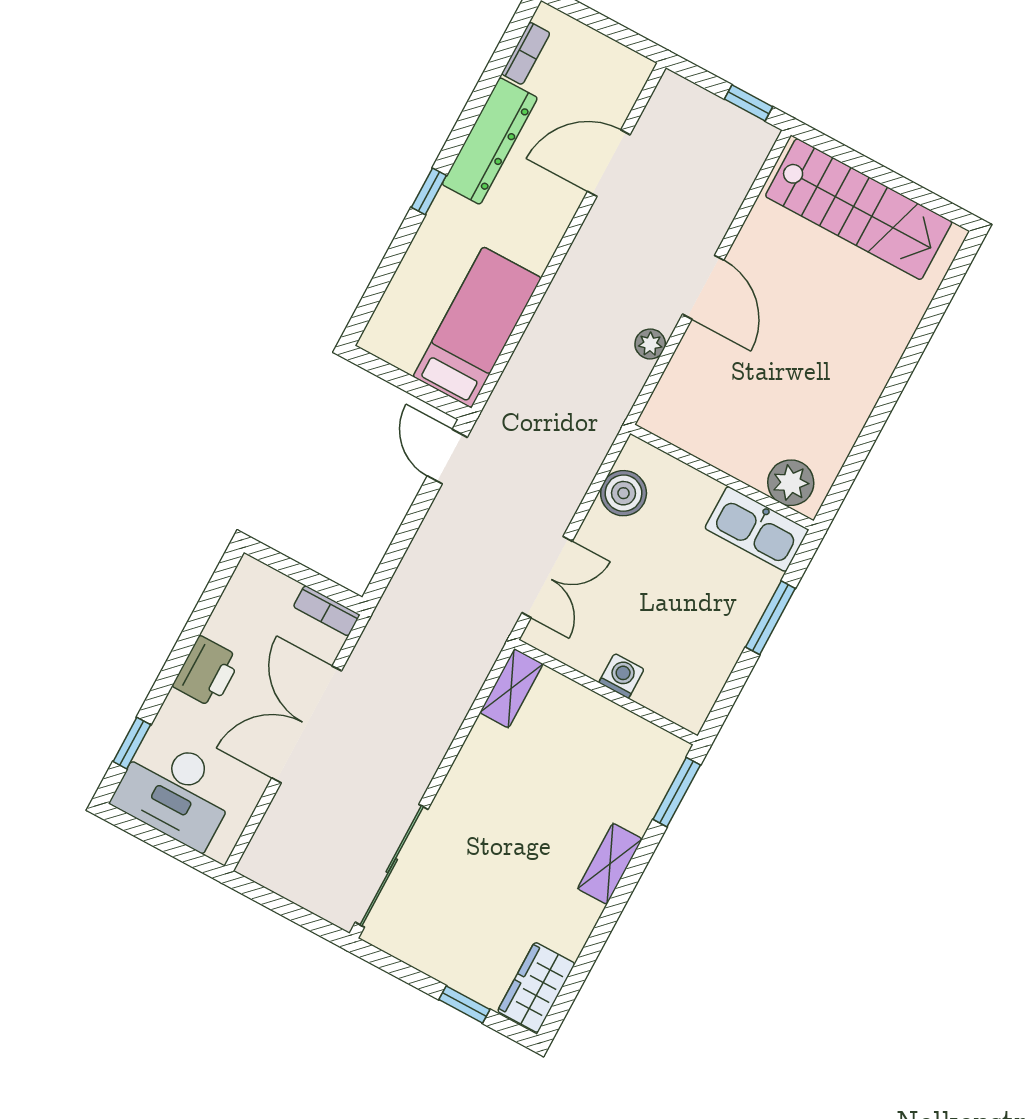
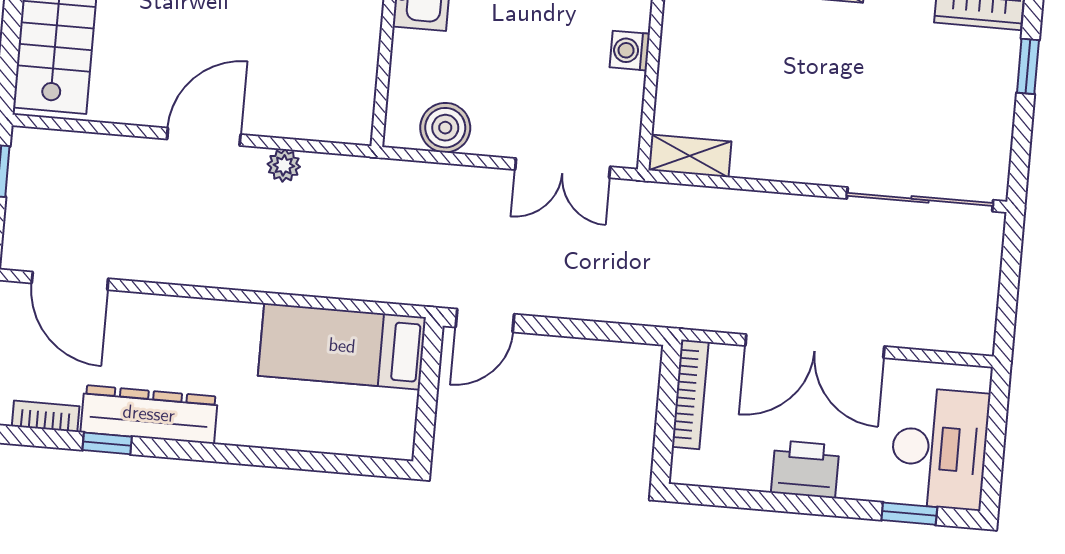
door: (609, 163) -> (70, 281), moved
window: (429, 191) -> (107, 443), moved
double door: (547, 577) -> (563, 168), swing flipped
bookcase: (327, 611) -> (690, 394), width x1.56

